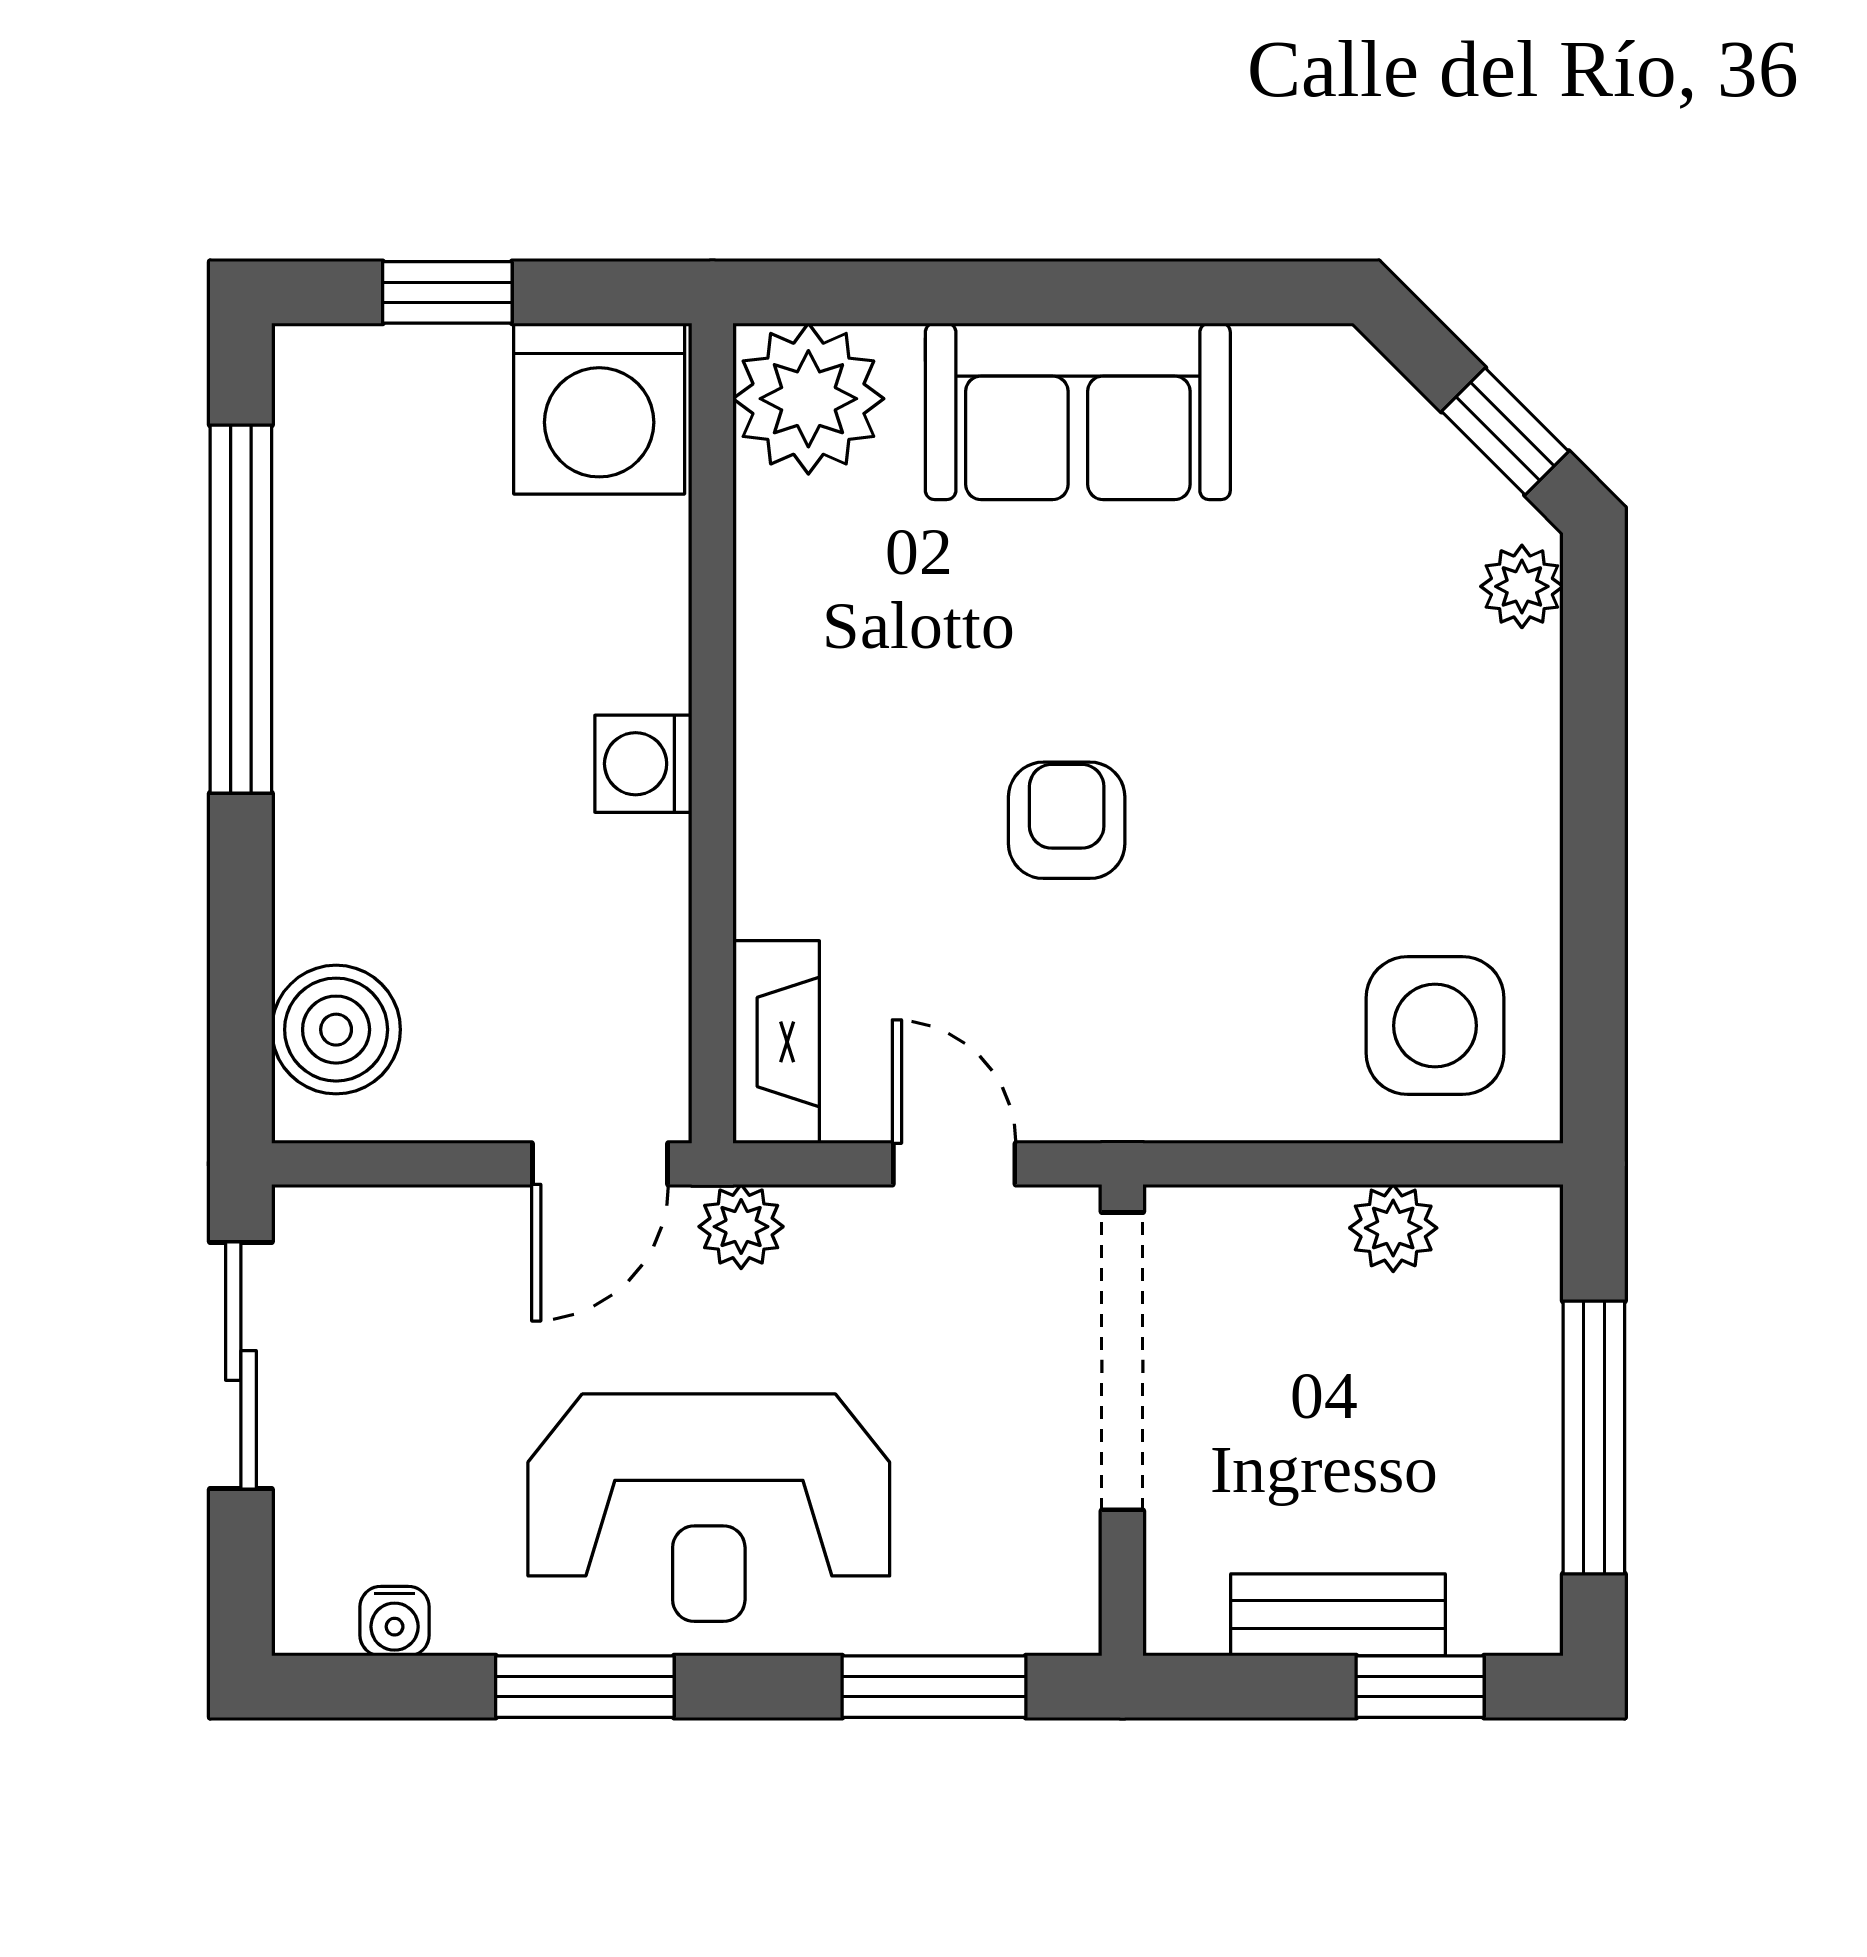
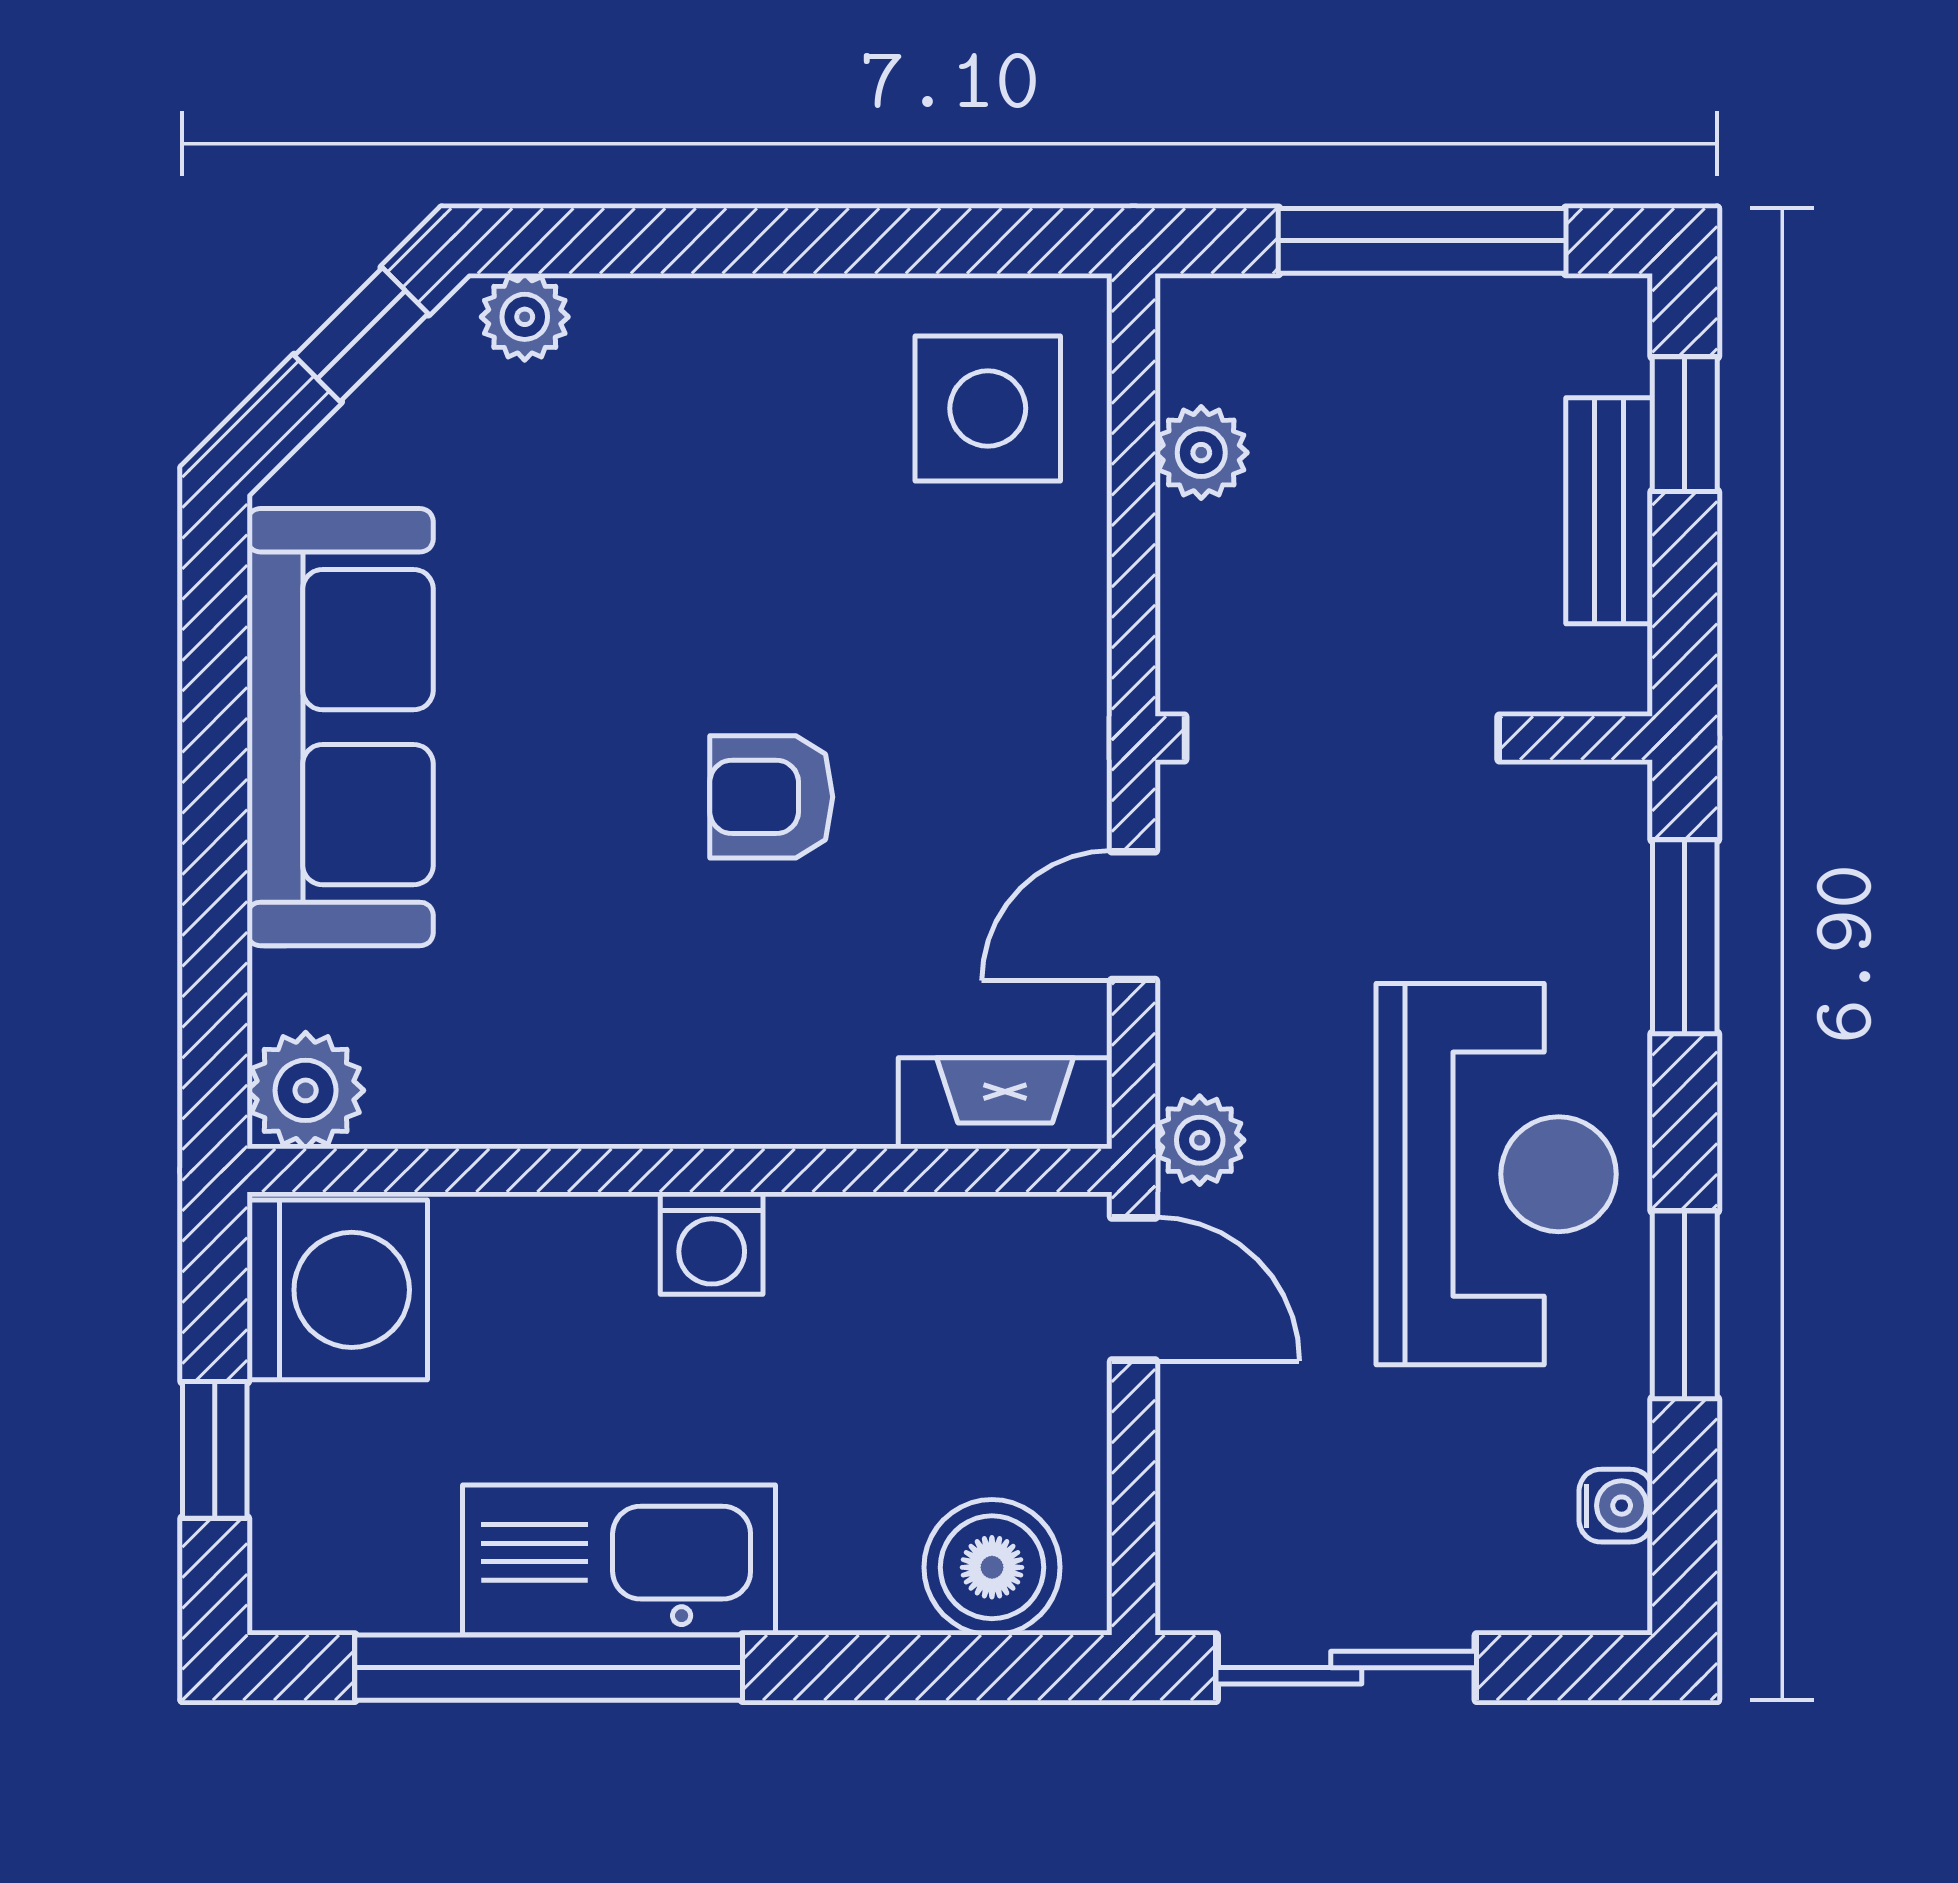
plant: (808, 399) -> (306, 1090), width x0.73, depth x0.73
sofa: (1078, 411) -> (340, 727), width x1.36
kitchen sink: (343, 676) -> (619, 1560), added

